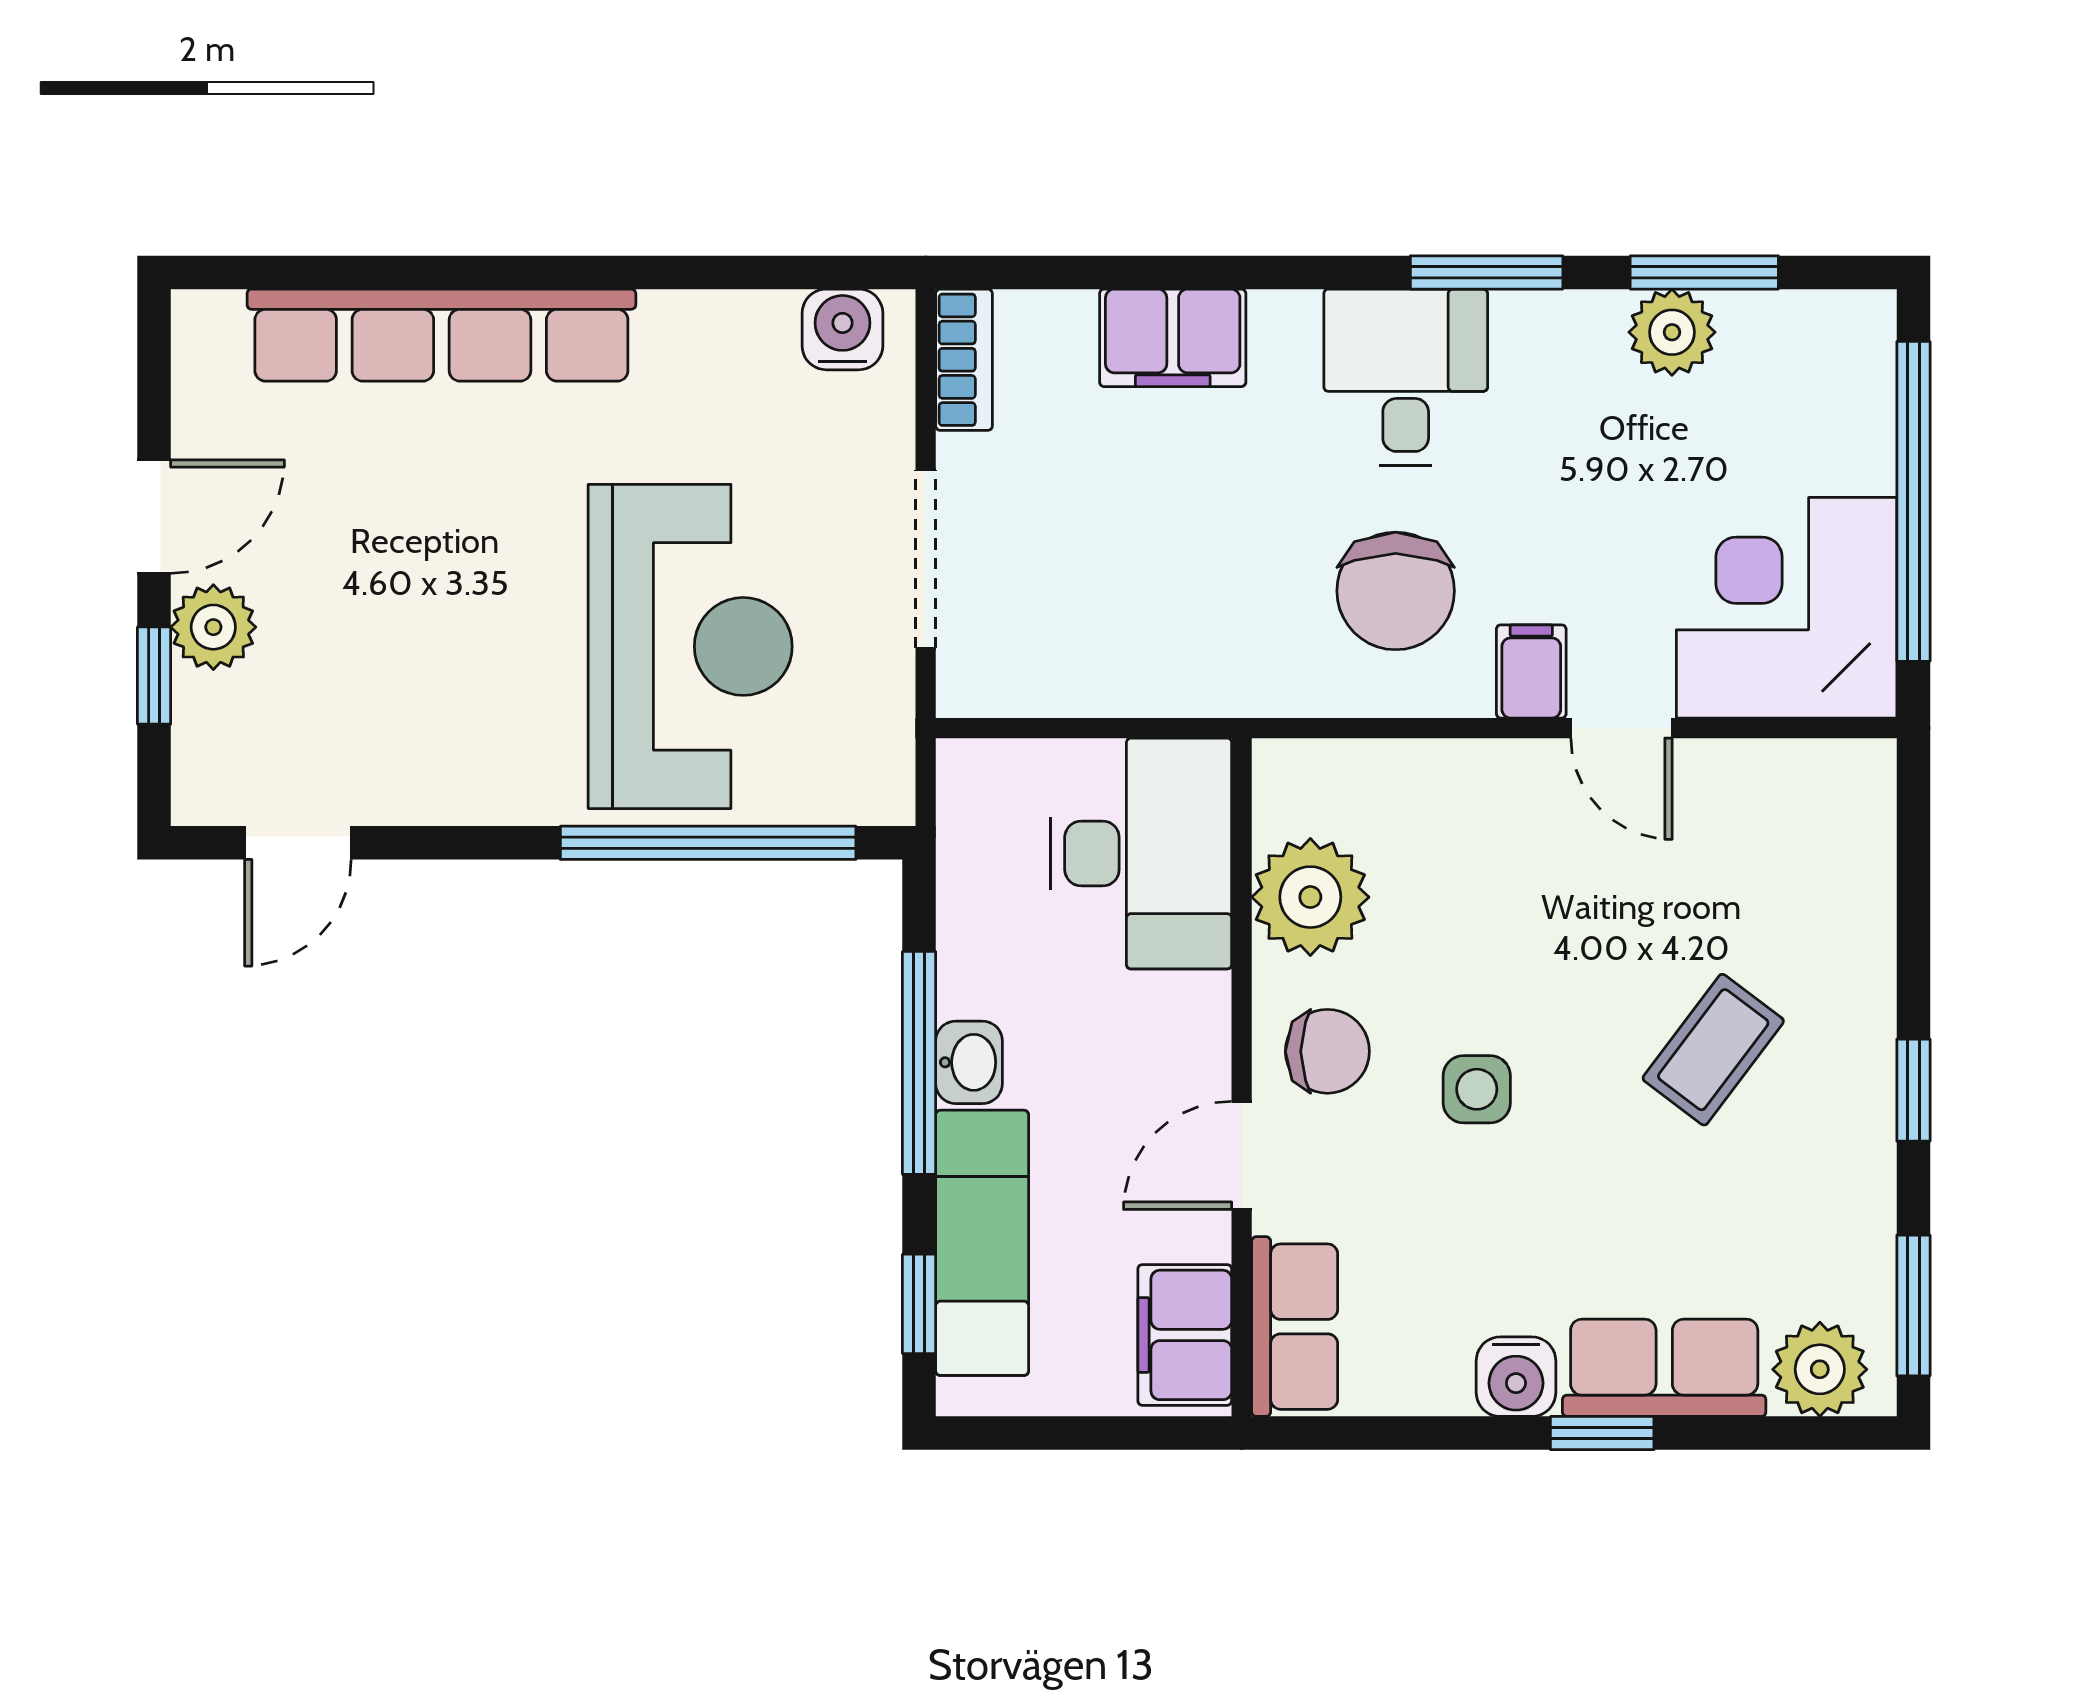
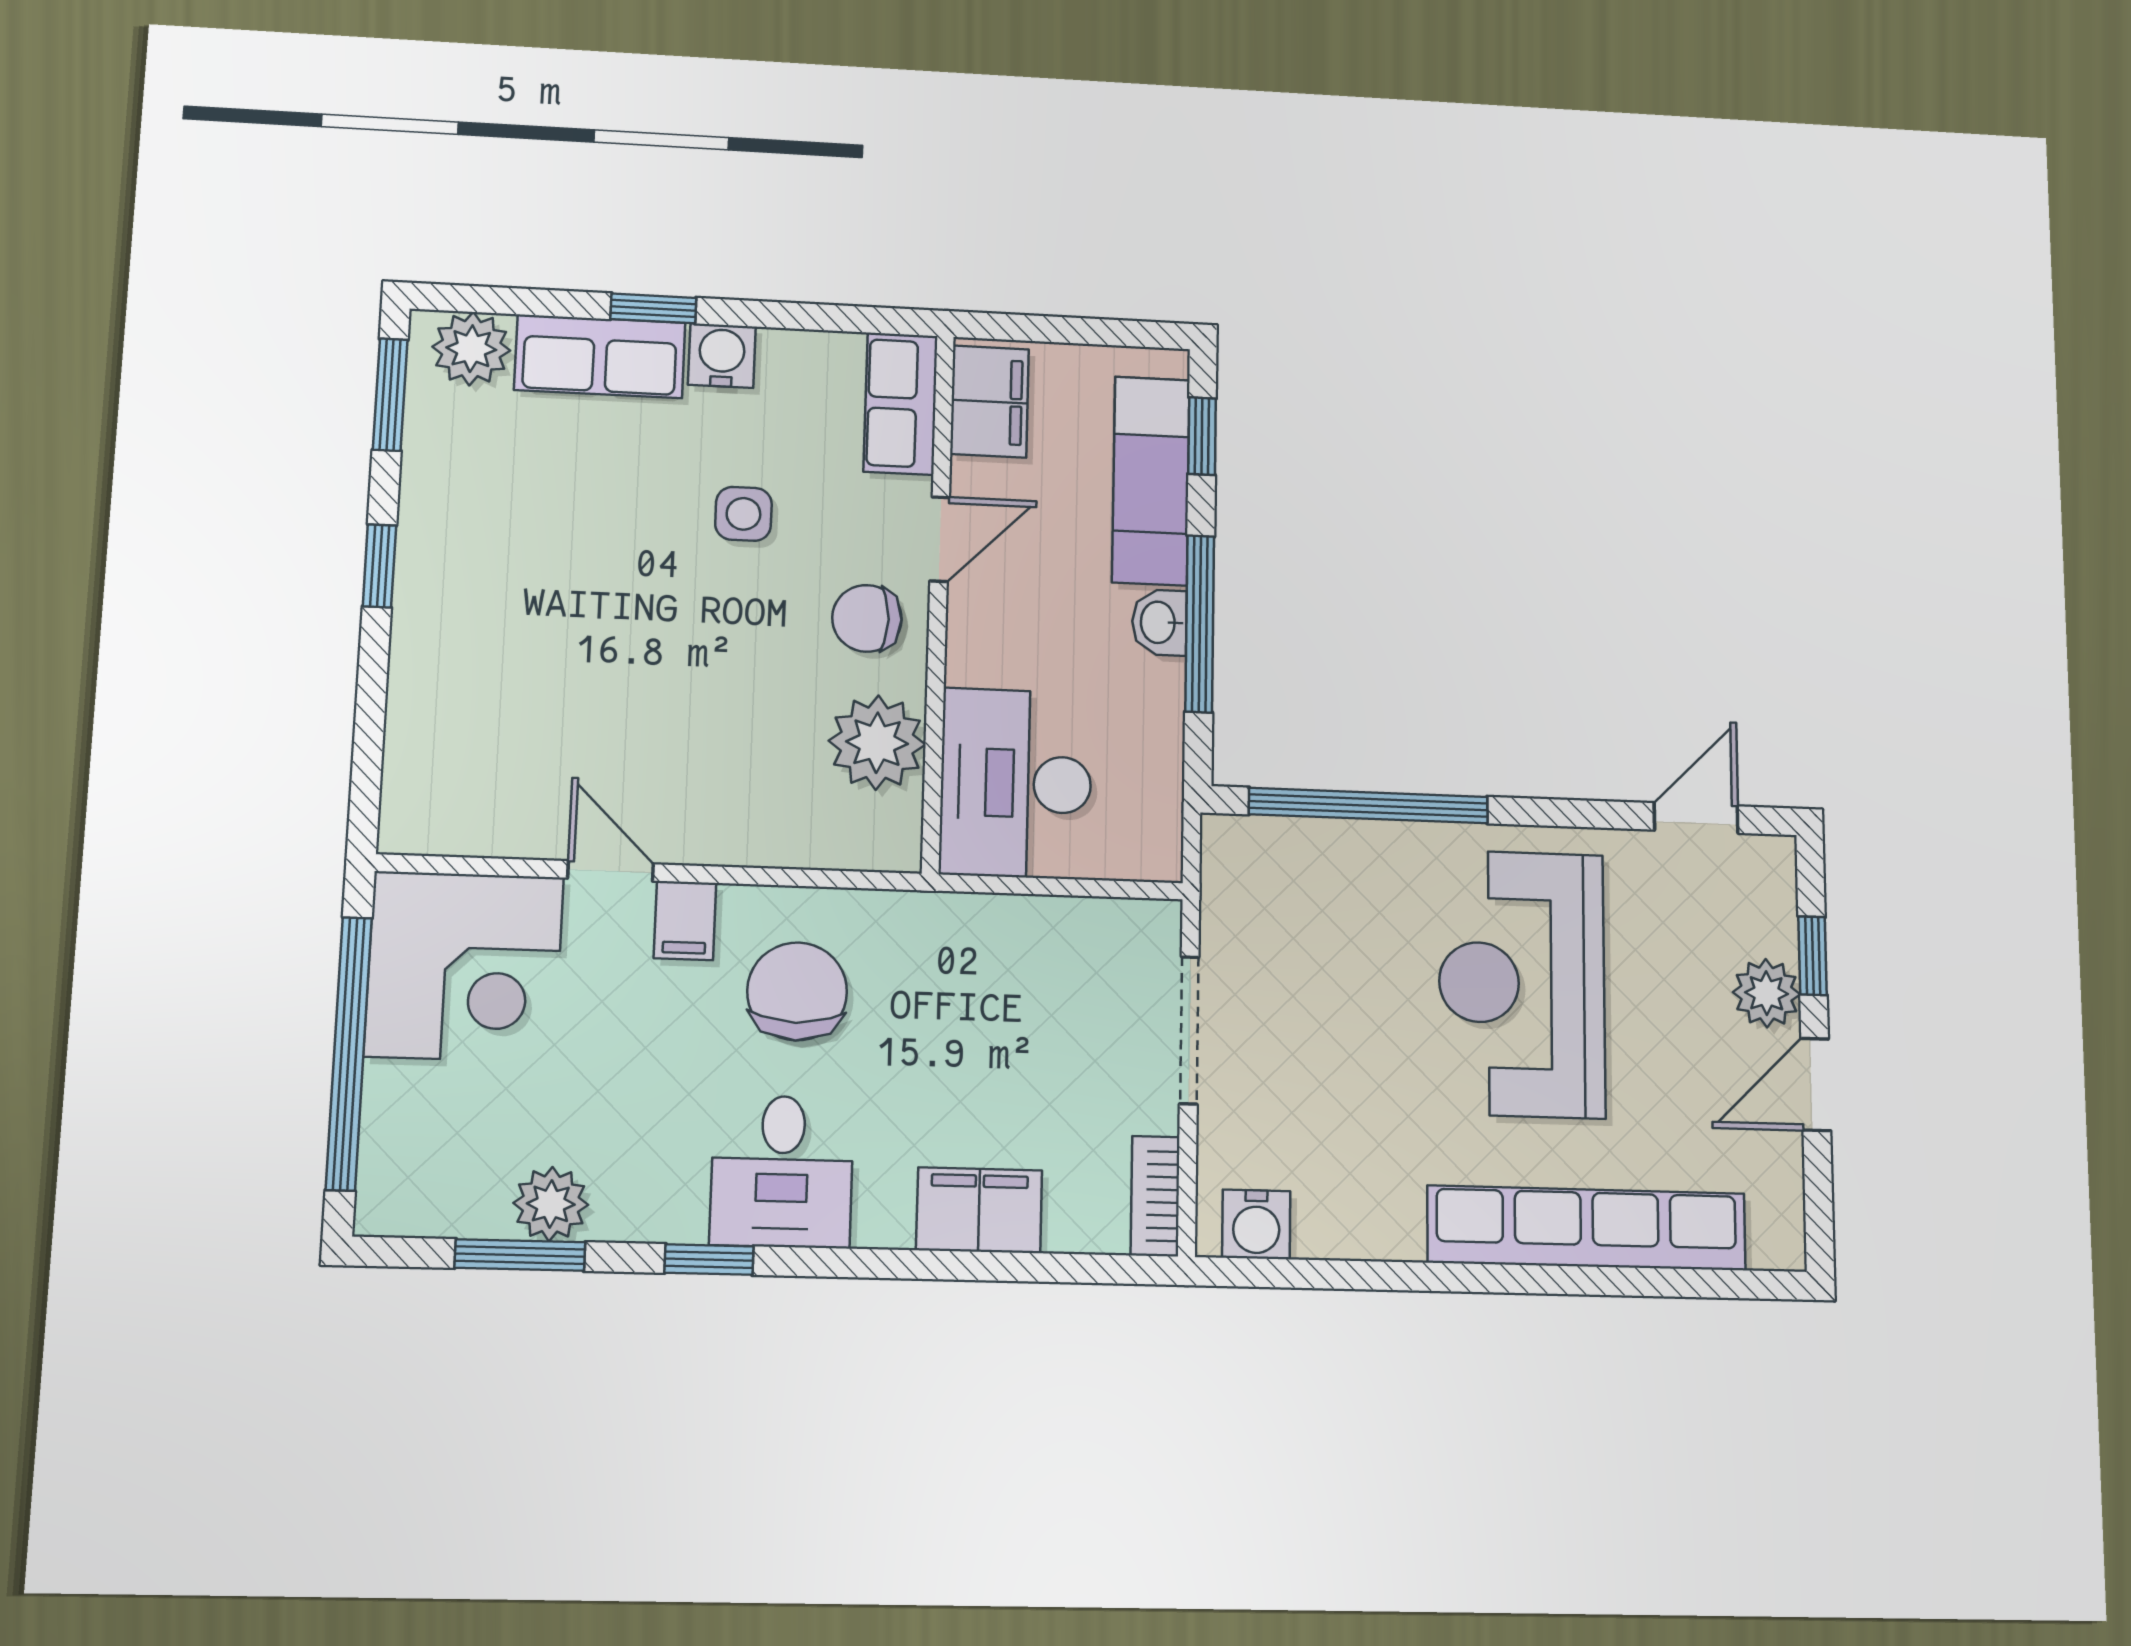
window: (1487, 272) -> (709, 1260), width x0.67
reception desk: (690, 646) -> (1522, 984), moved
coffee table: (1713, 1050) -> (546, 606), removed
side table: (1477, 1089) -> (743, 514), moved

